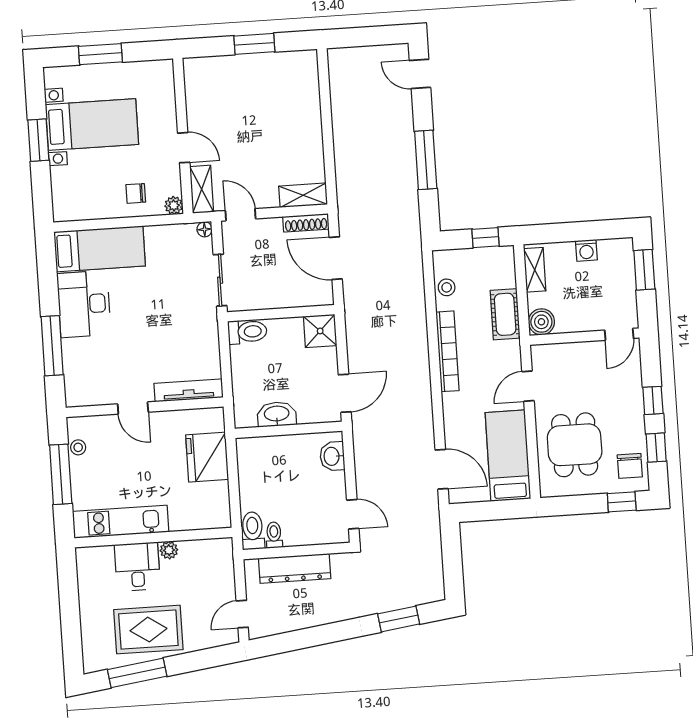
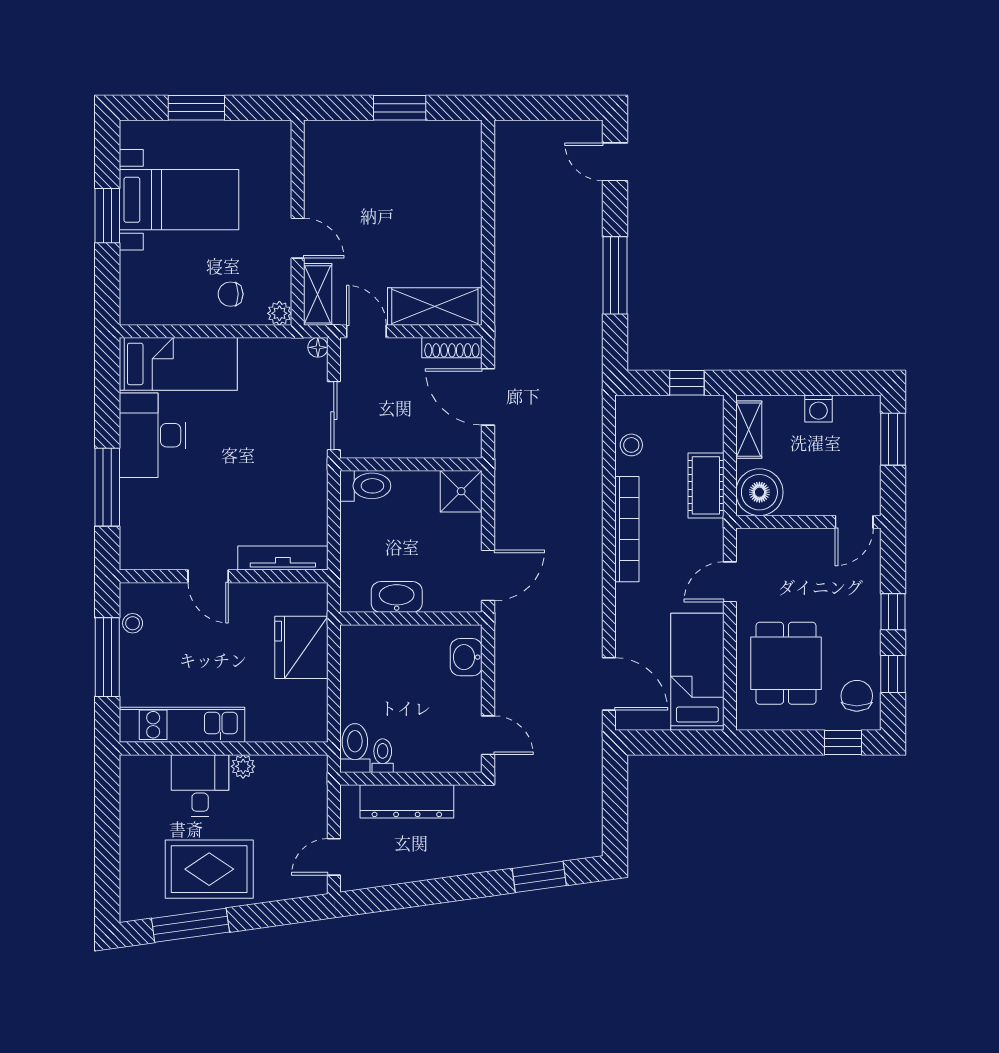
shelving: (303, 195) -> (435, 307), width x1.50, depth x1.33
boiler: (541, 322) -> (759, 492), width x1.37, depth x1.37
chair: (630, 466) -> (857, 696), turned 180

